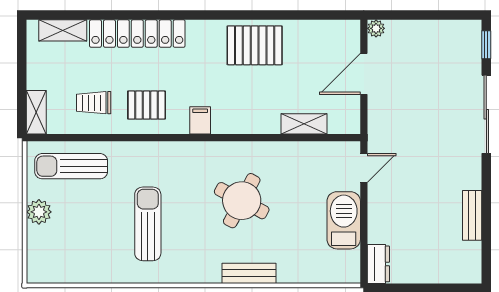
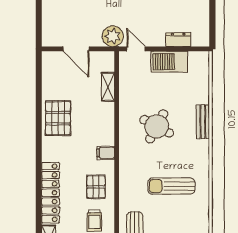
plant: (376, 28) -> (113, 36), moved, width x1.88, depth x1.88
dresser: (378, 264) -> (178, 40), moved

